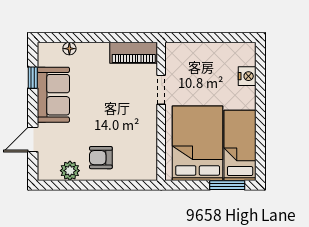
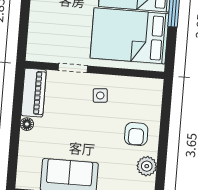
floor lamp: (69, 49) -> (27, 124), moved
side table: (136, 119) -> (100, 95), added

